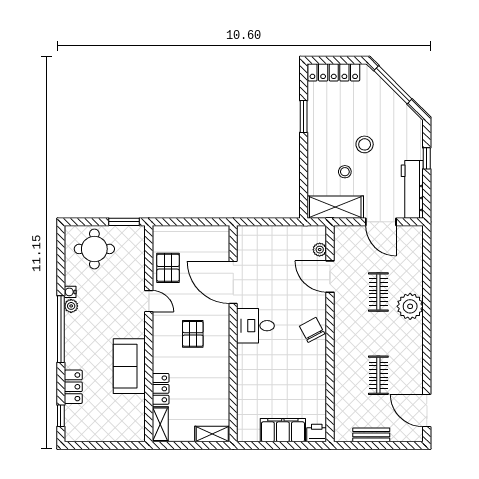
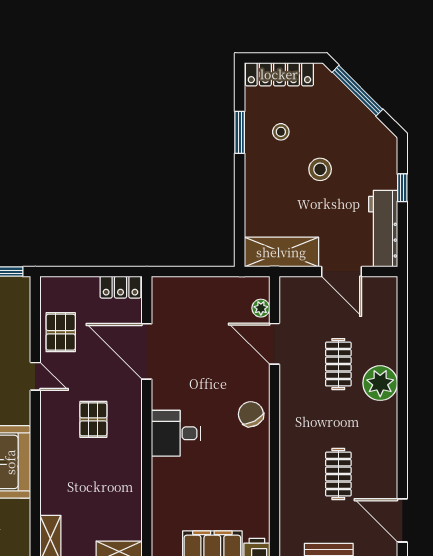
stool: (345, 172) -> (281, 132), moved
desk: (255, 326) -> (176, 433), moved
locker: (161, 389) -> (120, 287), moved, turned 90

